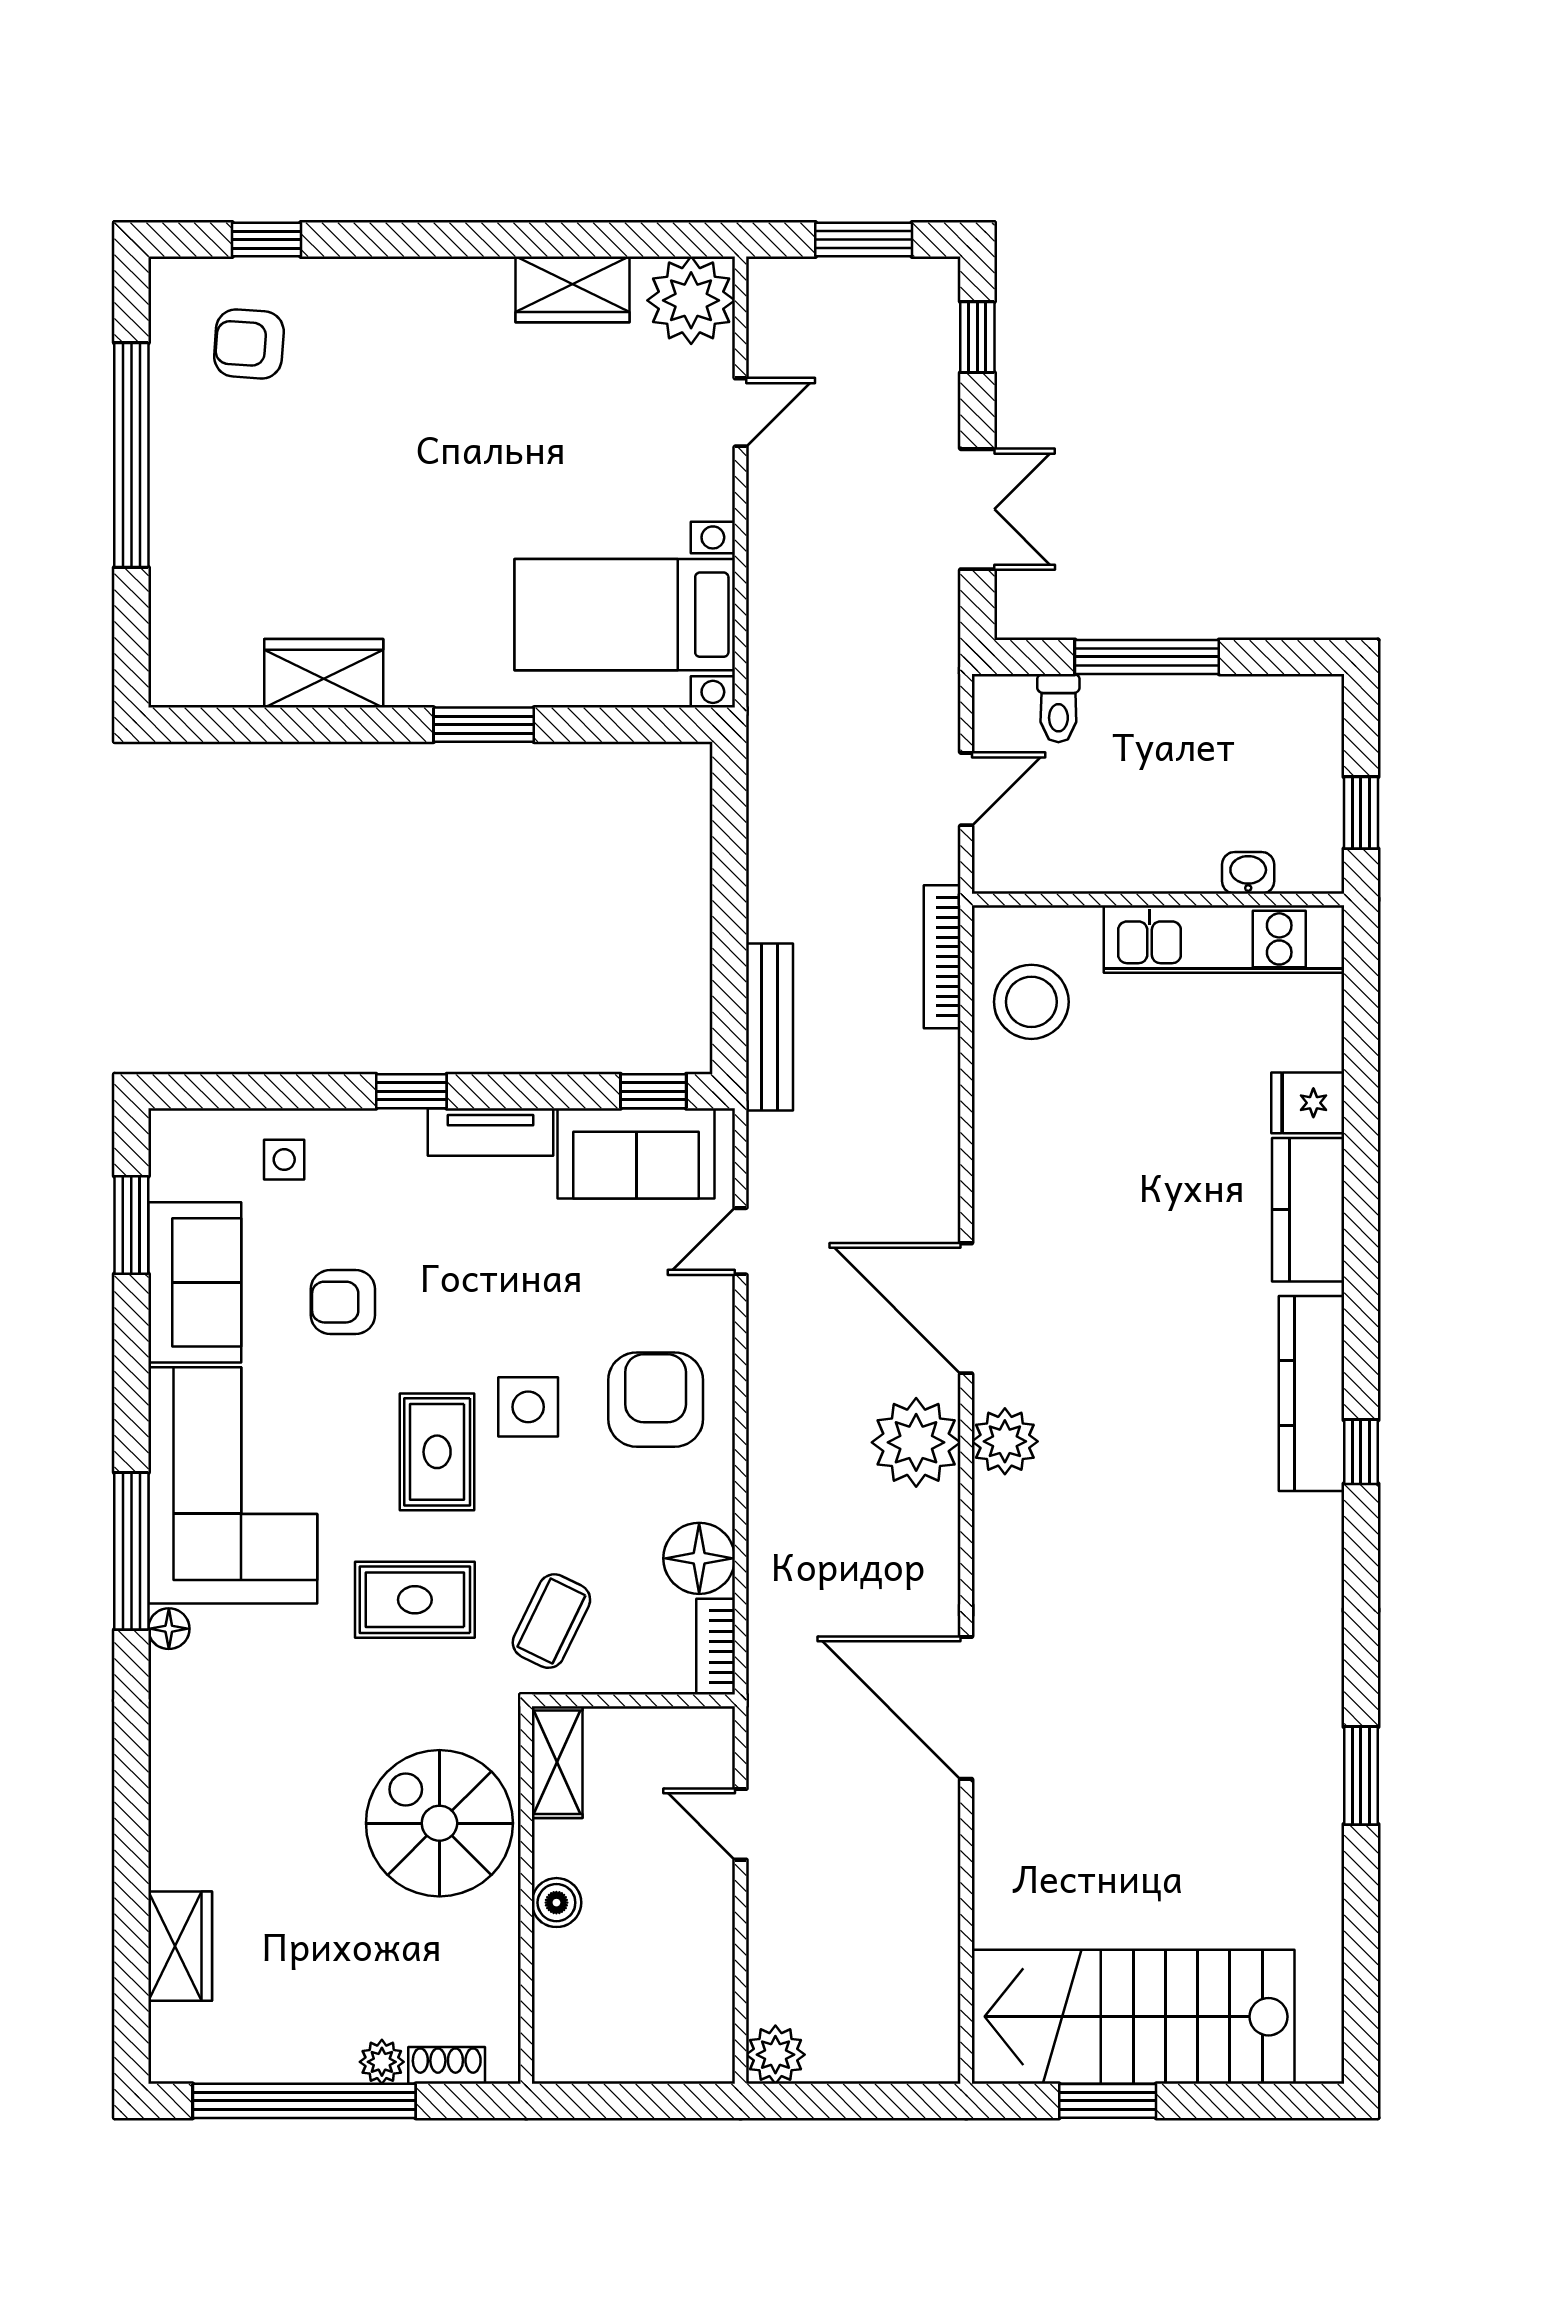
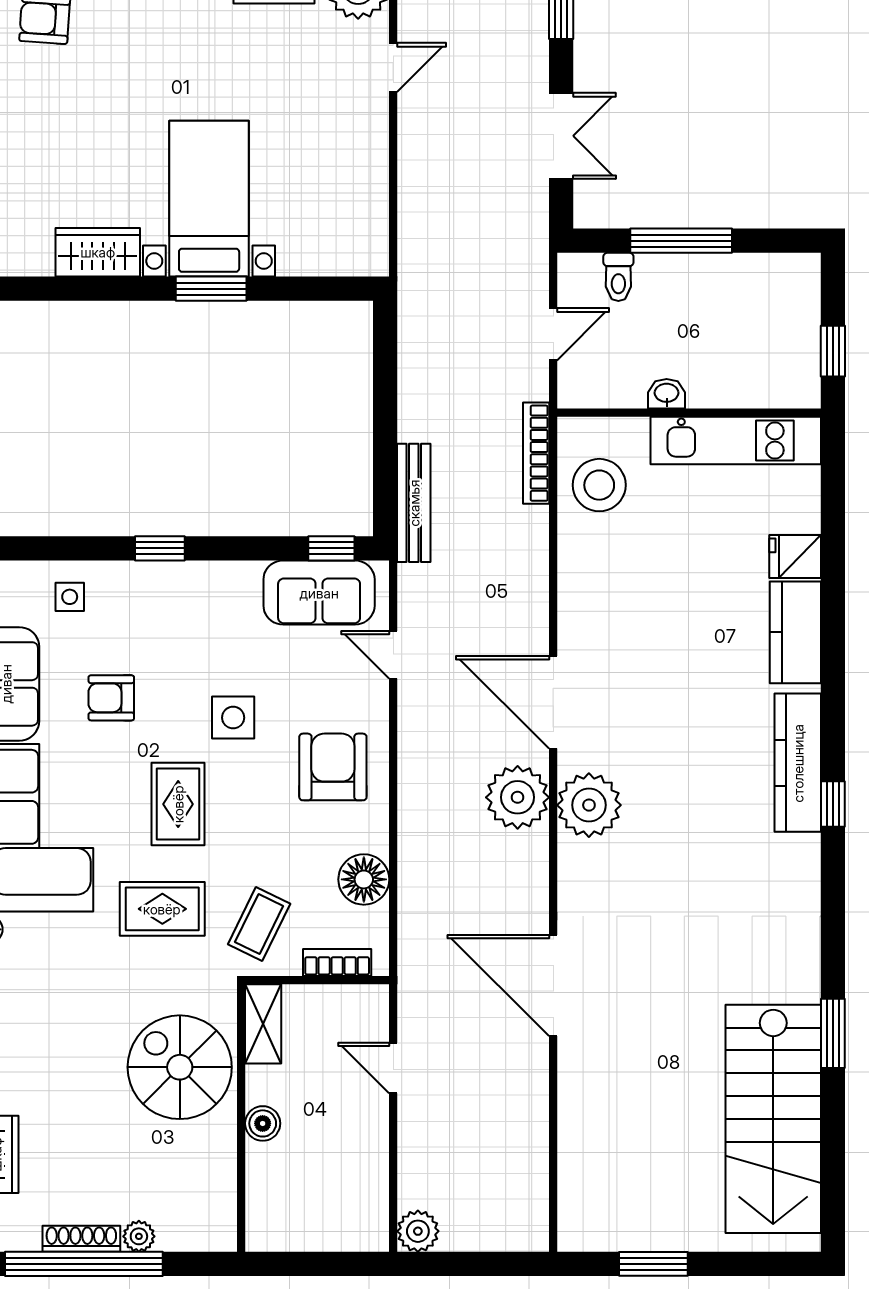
bed with nightstands: (625, 615) -> (209, 199), moved, turned 90
washbasin: (1248, 873) -> (667, 394), moved
tv unit: (491, 1132) -> (216, 577), removed
door: (741, 1241) -> (393, 655), hinge flipped
side table: (528, 1407) -> (233, 718), moved
plant: (1005, 1441) -> (589, 805), width x1.36, depth x1.36
bookcase: (716, 1647) -> (337, 963), moved, turned 90
stairs: (1133, 2017) -> (773, 1119), moved, turned -90
shoe rack: (447, 2065) -> (81, 1239), moved, width x1.43

